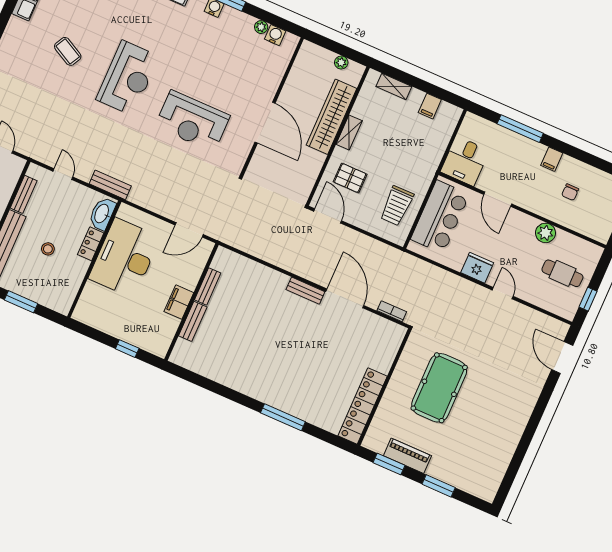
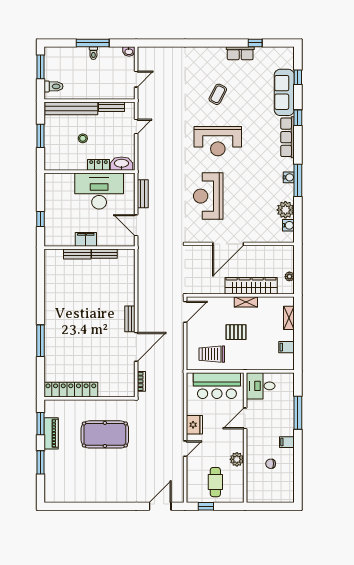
plant: (261, 27) -> (285, 210), width x1.88, depth x1.88
pallet: (350, 178) -> (236, 332), moved, turned 90
bench: (110, 185) -> (143, 194), moved

